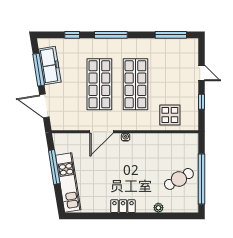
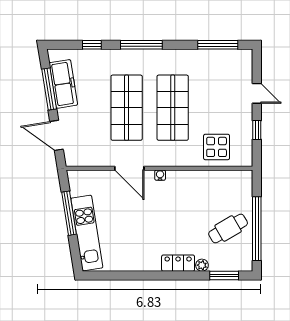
door: (102, 132) -> (129, 168), hinge flipped
locker: (123, 206) -> (178, 263), moved
window: (176, 216) -> (224, 275), added

